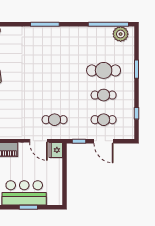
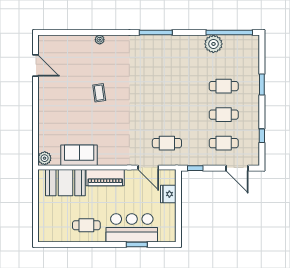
plant: (121, 34) -> (213, 44), moved
cafe table: (104, 70) -> (224, 86), width x0.73, depth x0.74
door: (104, 141) -> (237, 168), moved
fridge: (56, 150) -> (168, 194), moved

